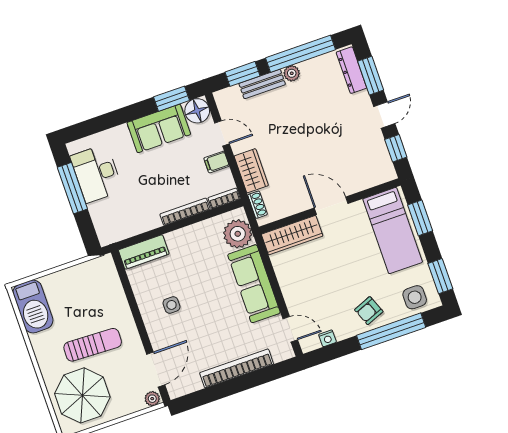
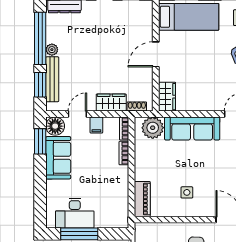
bench: (262, 84) -> (52, 79), width x1.36
bookcase: (185, 212) -> (124, 153), width x0.64
wardrobe: (292, 235) -> (167, 97), width x0.67

